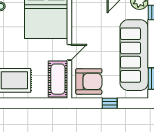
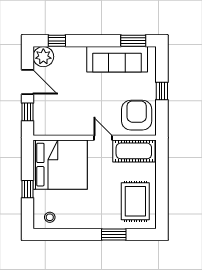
sofa: (134, 55) -> (117, 59), width x0.74, depth x0.79

